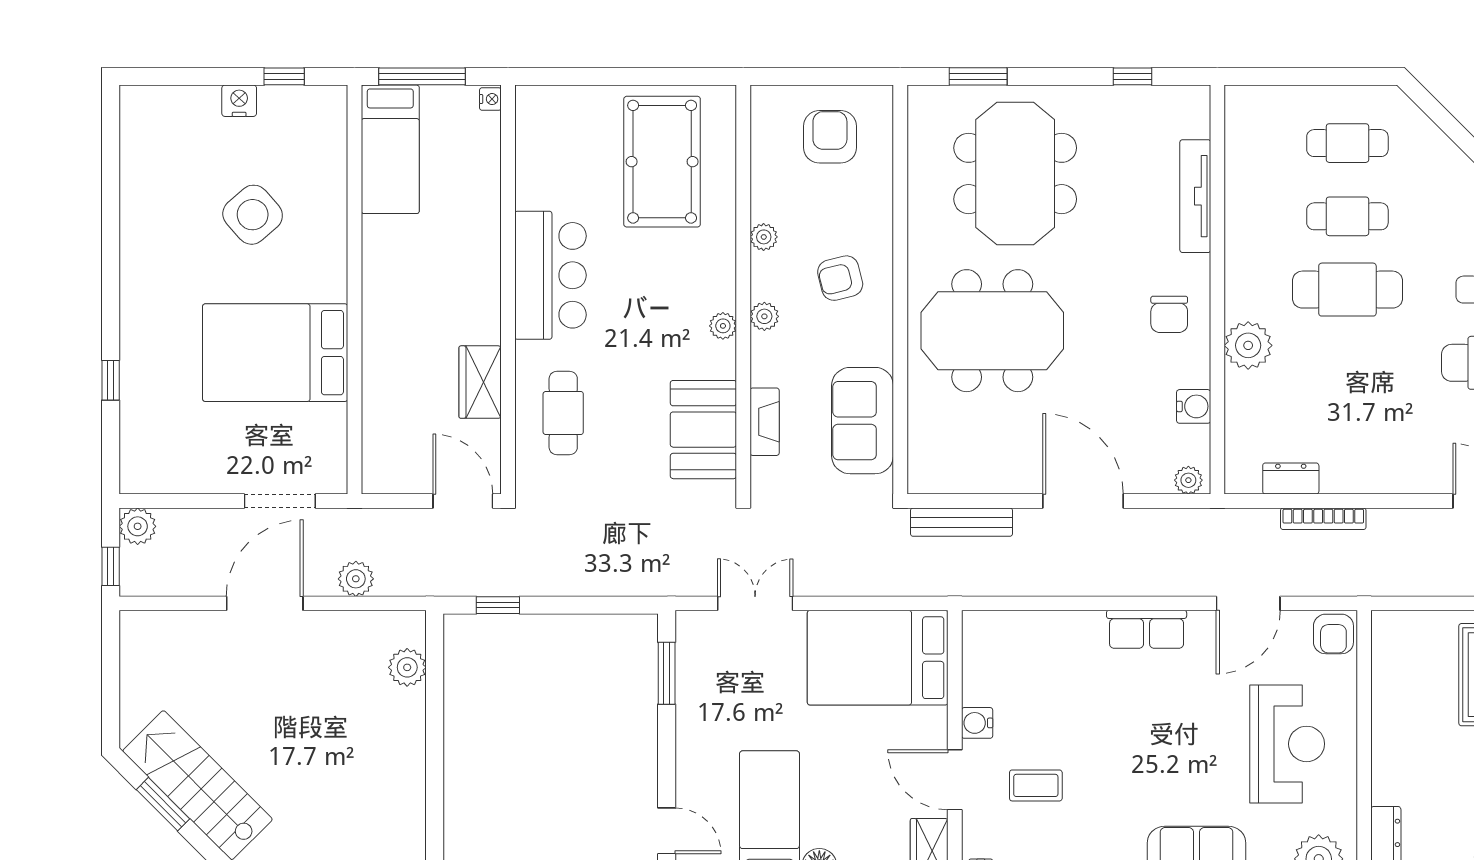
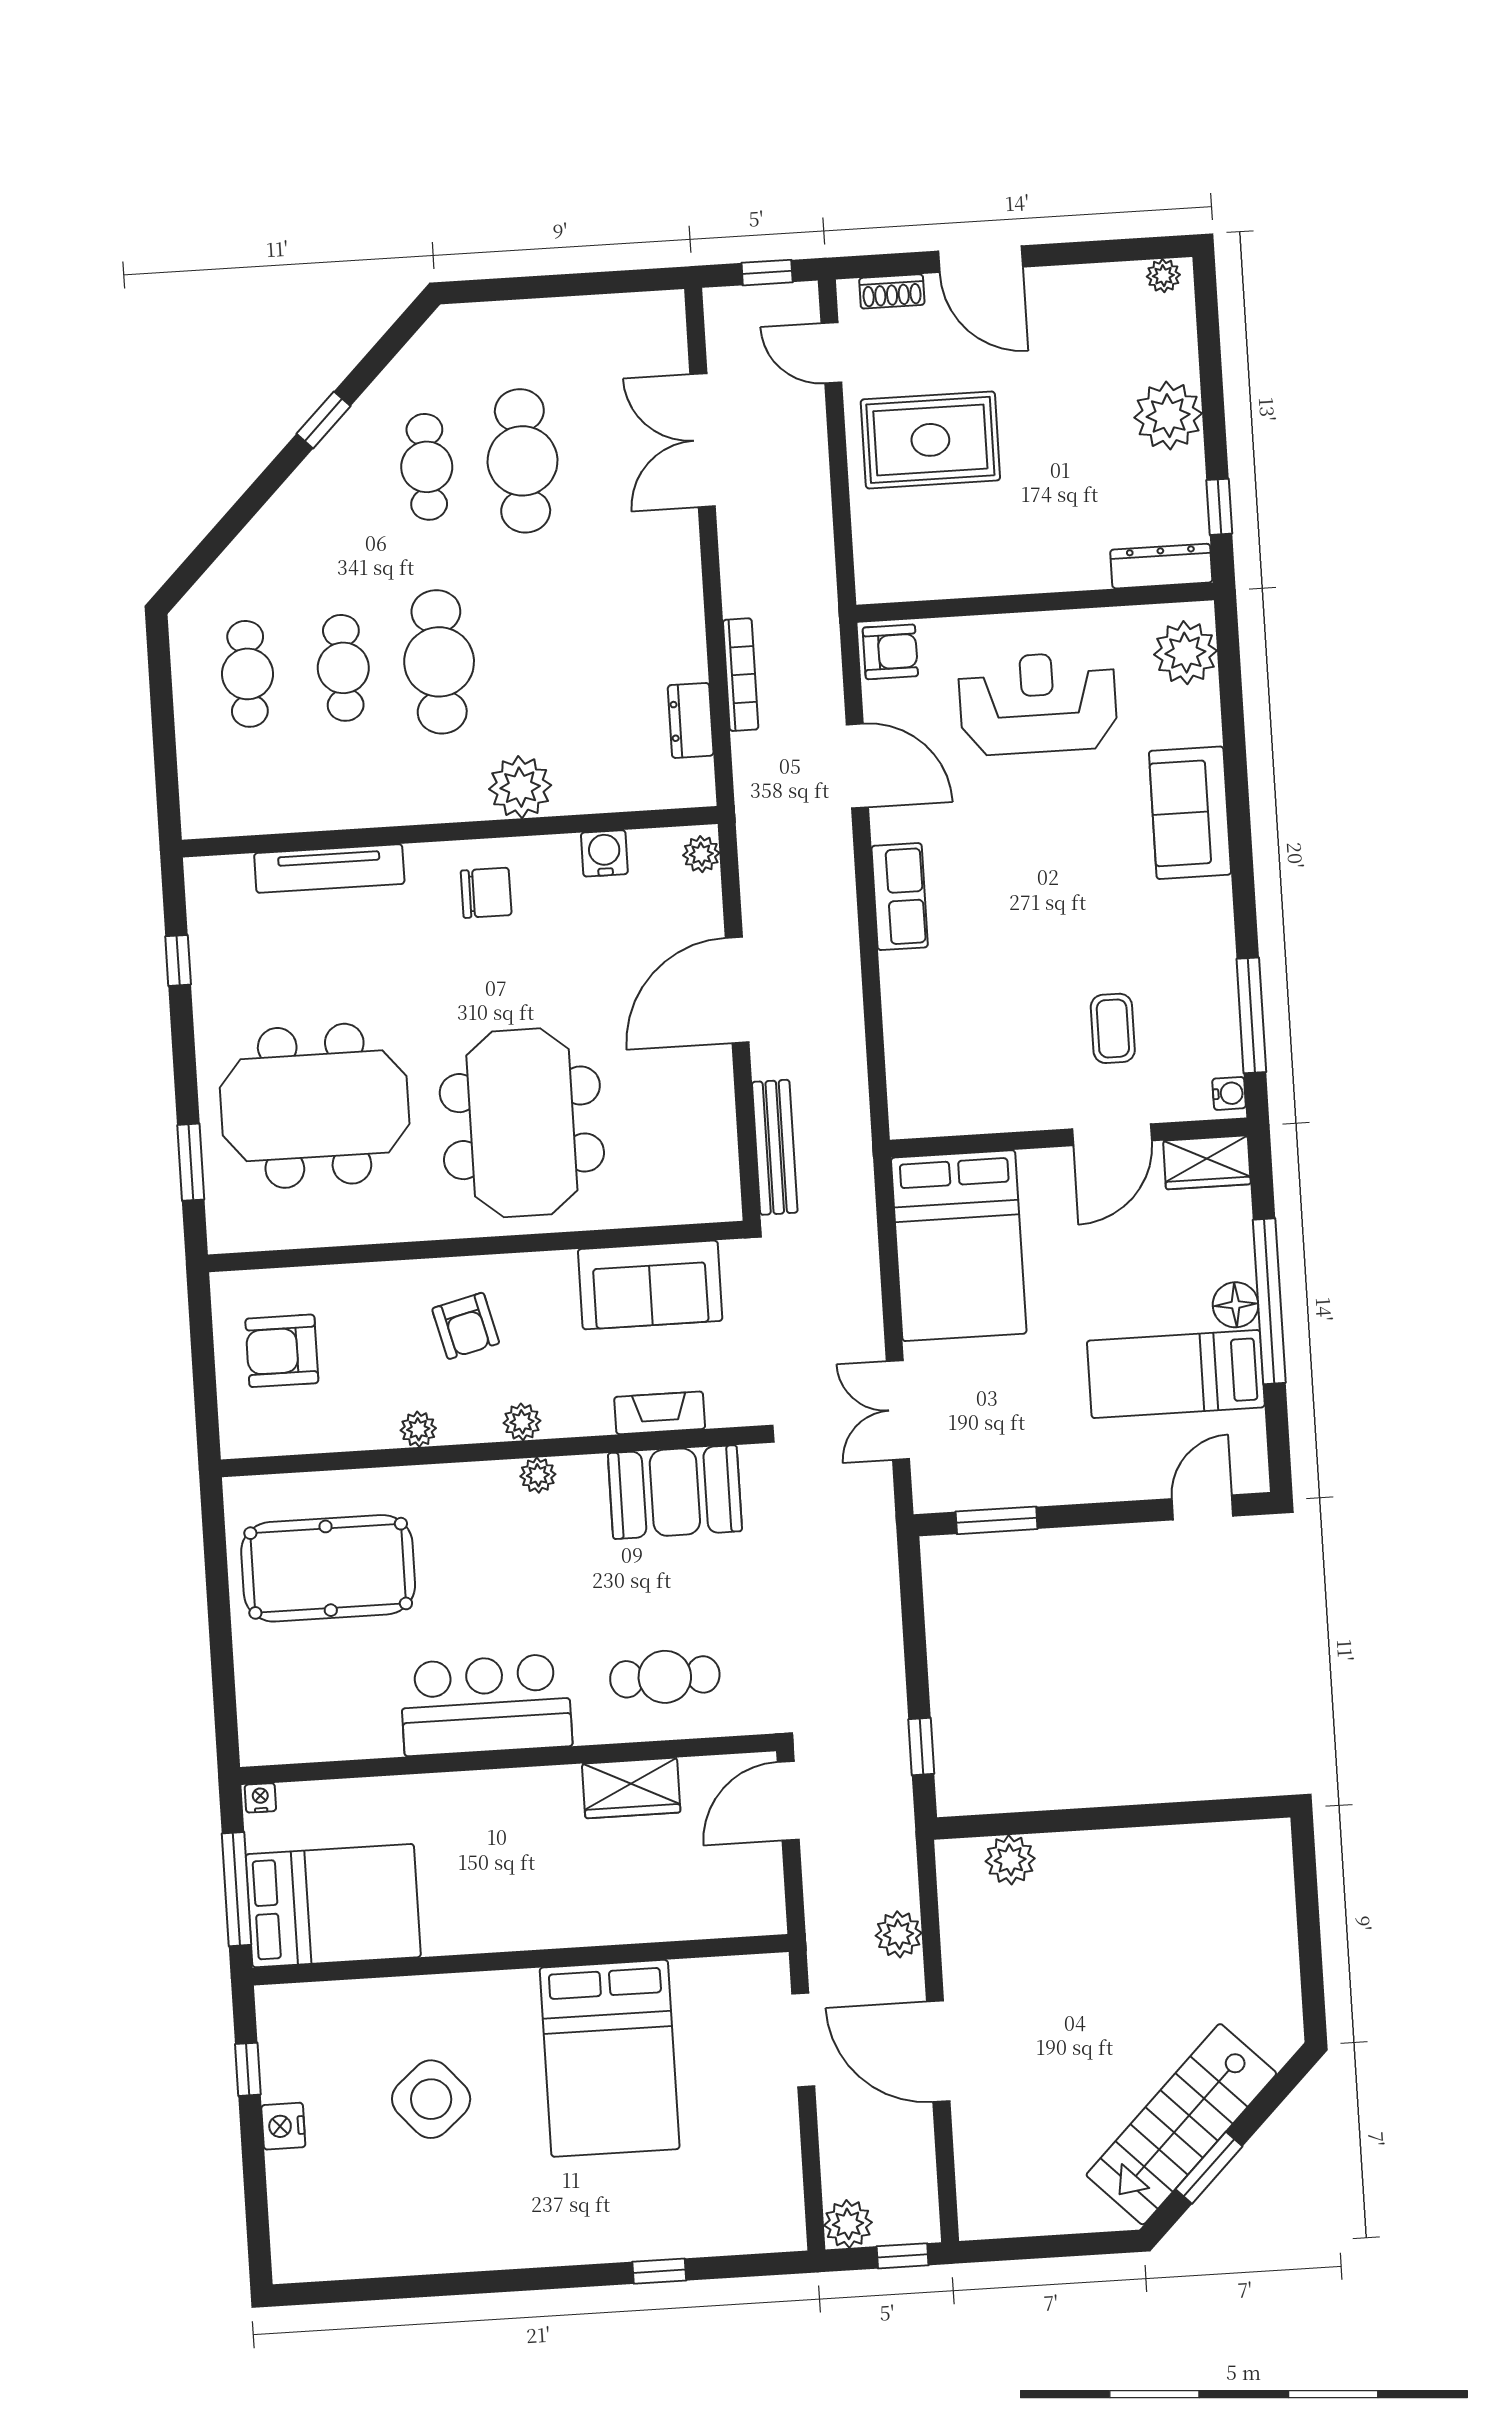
bed: (390, 149) -> (333, 1906), width x1.50
water cooler: (977, 723) -> (1036, 1110), removed

